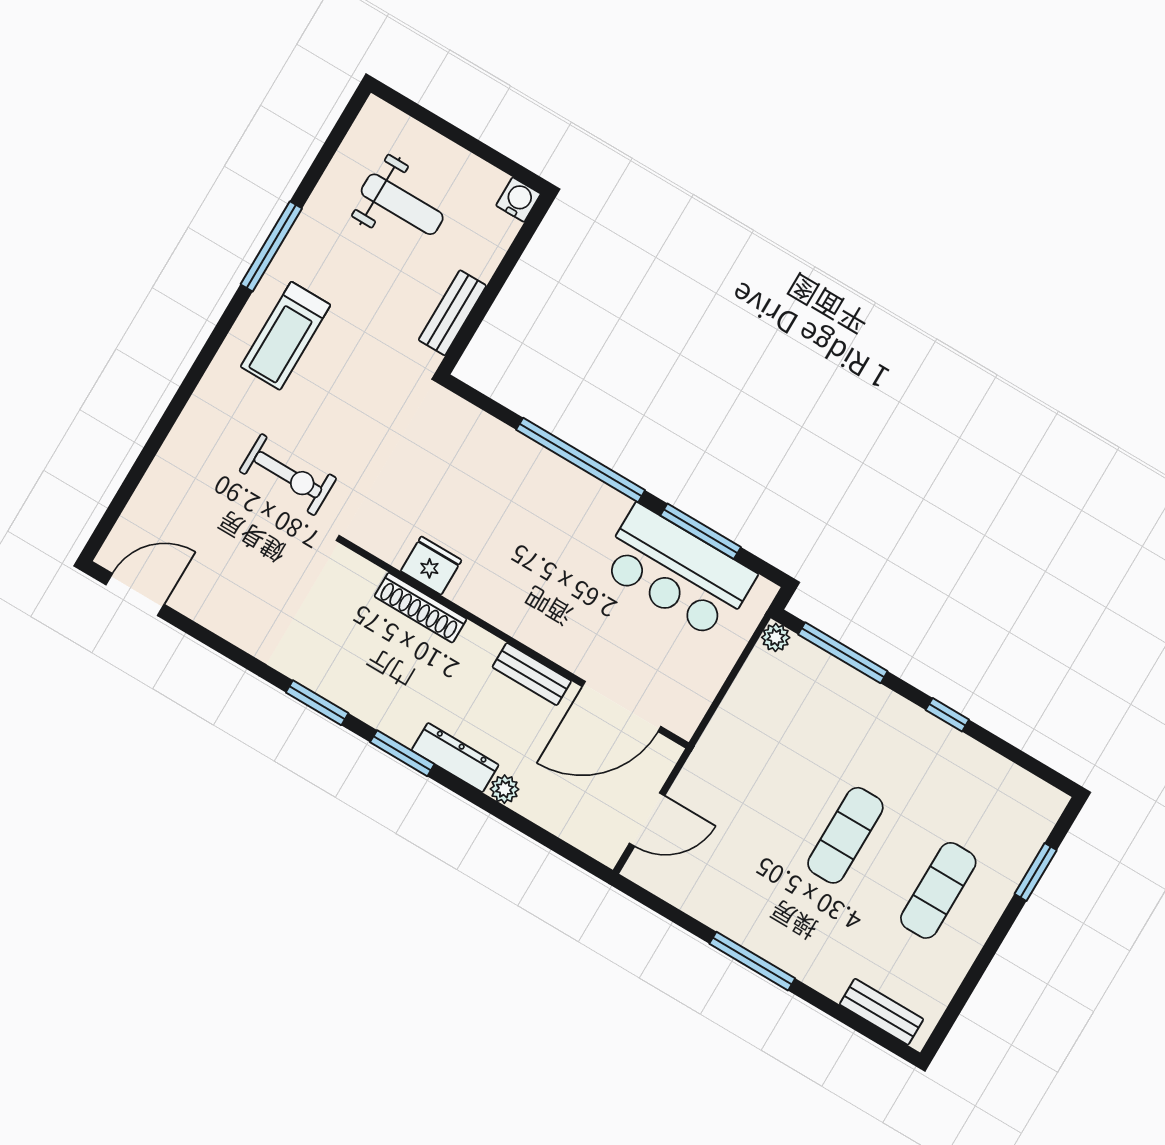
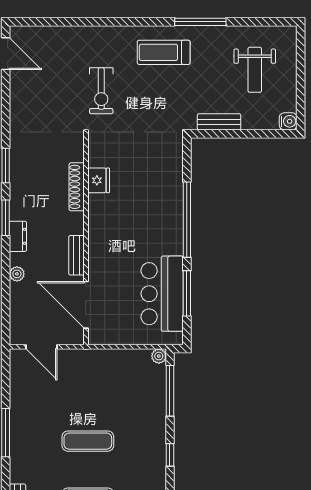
dresser: (455, 758) -> (18, 236), width x0.70

